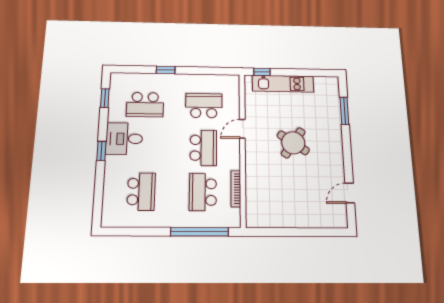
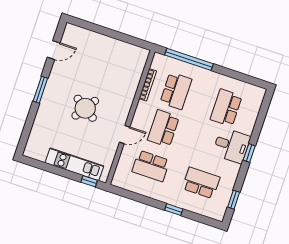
window: (344, 111) -> (40, 90), moved
desk: (124, 139) -> (231, 145), moved

